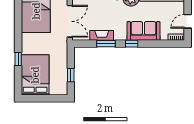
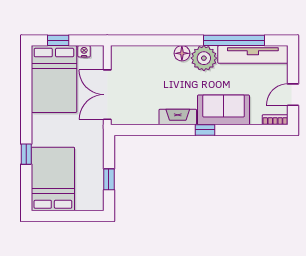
double door: (70, 21) -> (107, 95), swing flipped
fireplace: (102, 35) -> (178, 117), moved
window: (106, 44) -> (164, 130), removed

